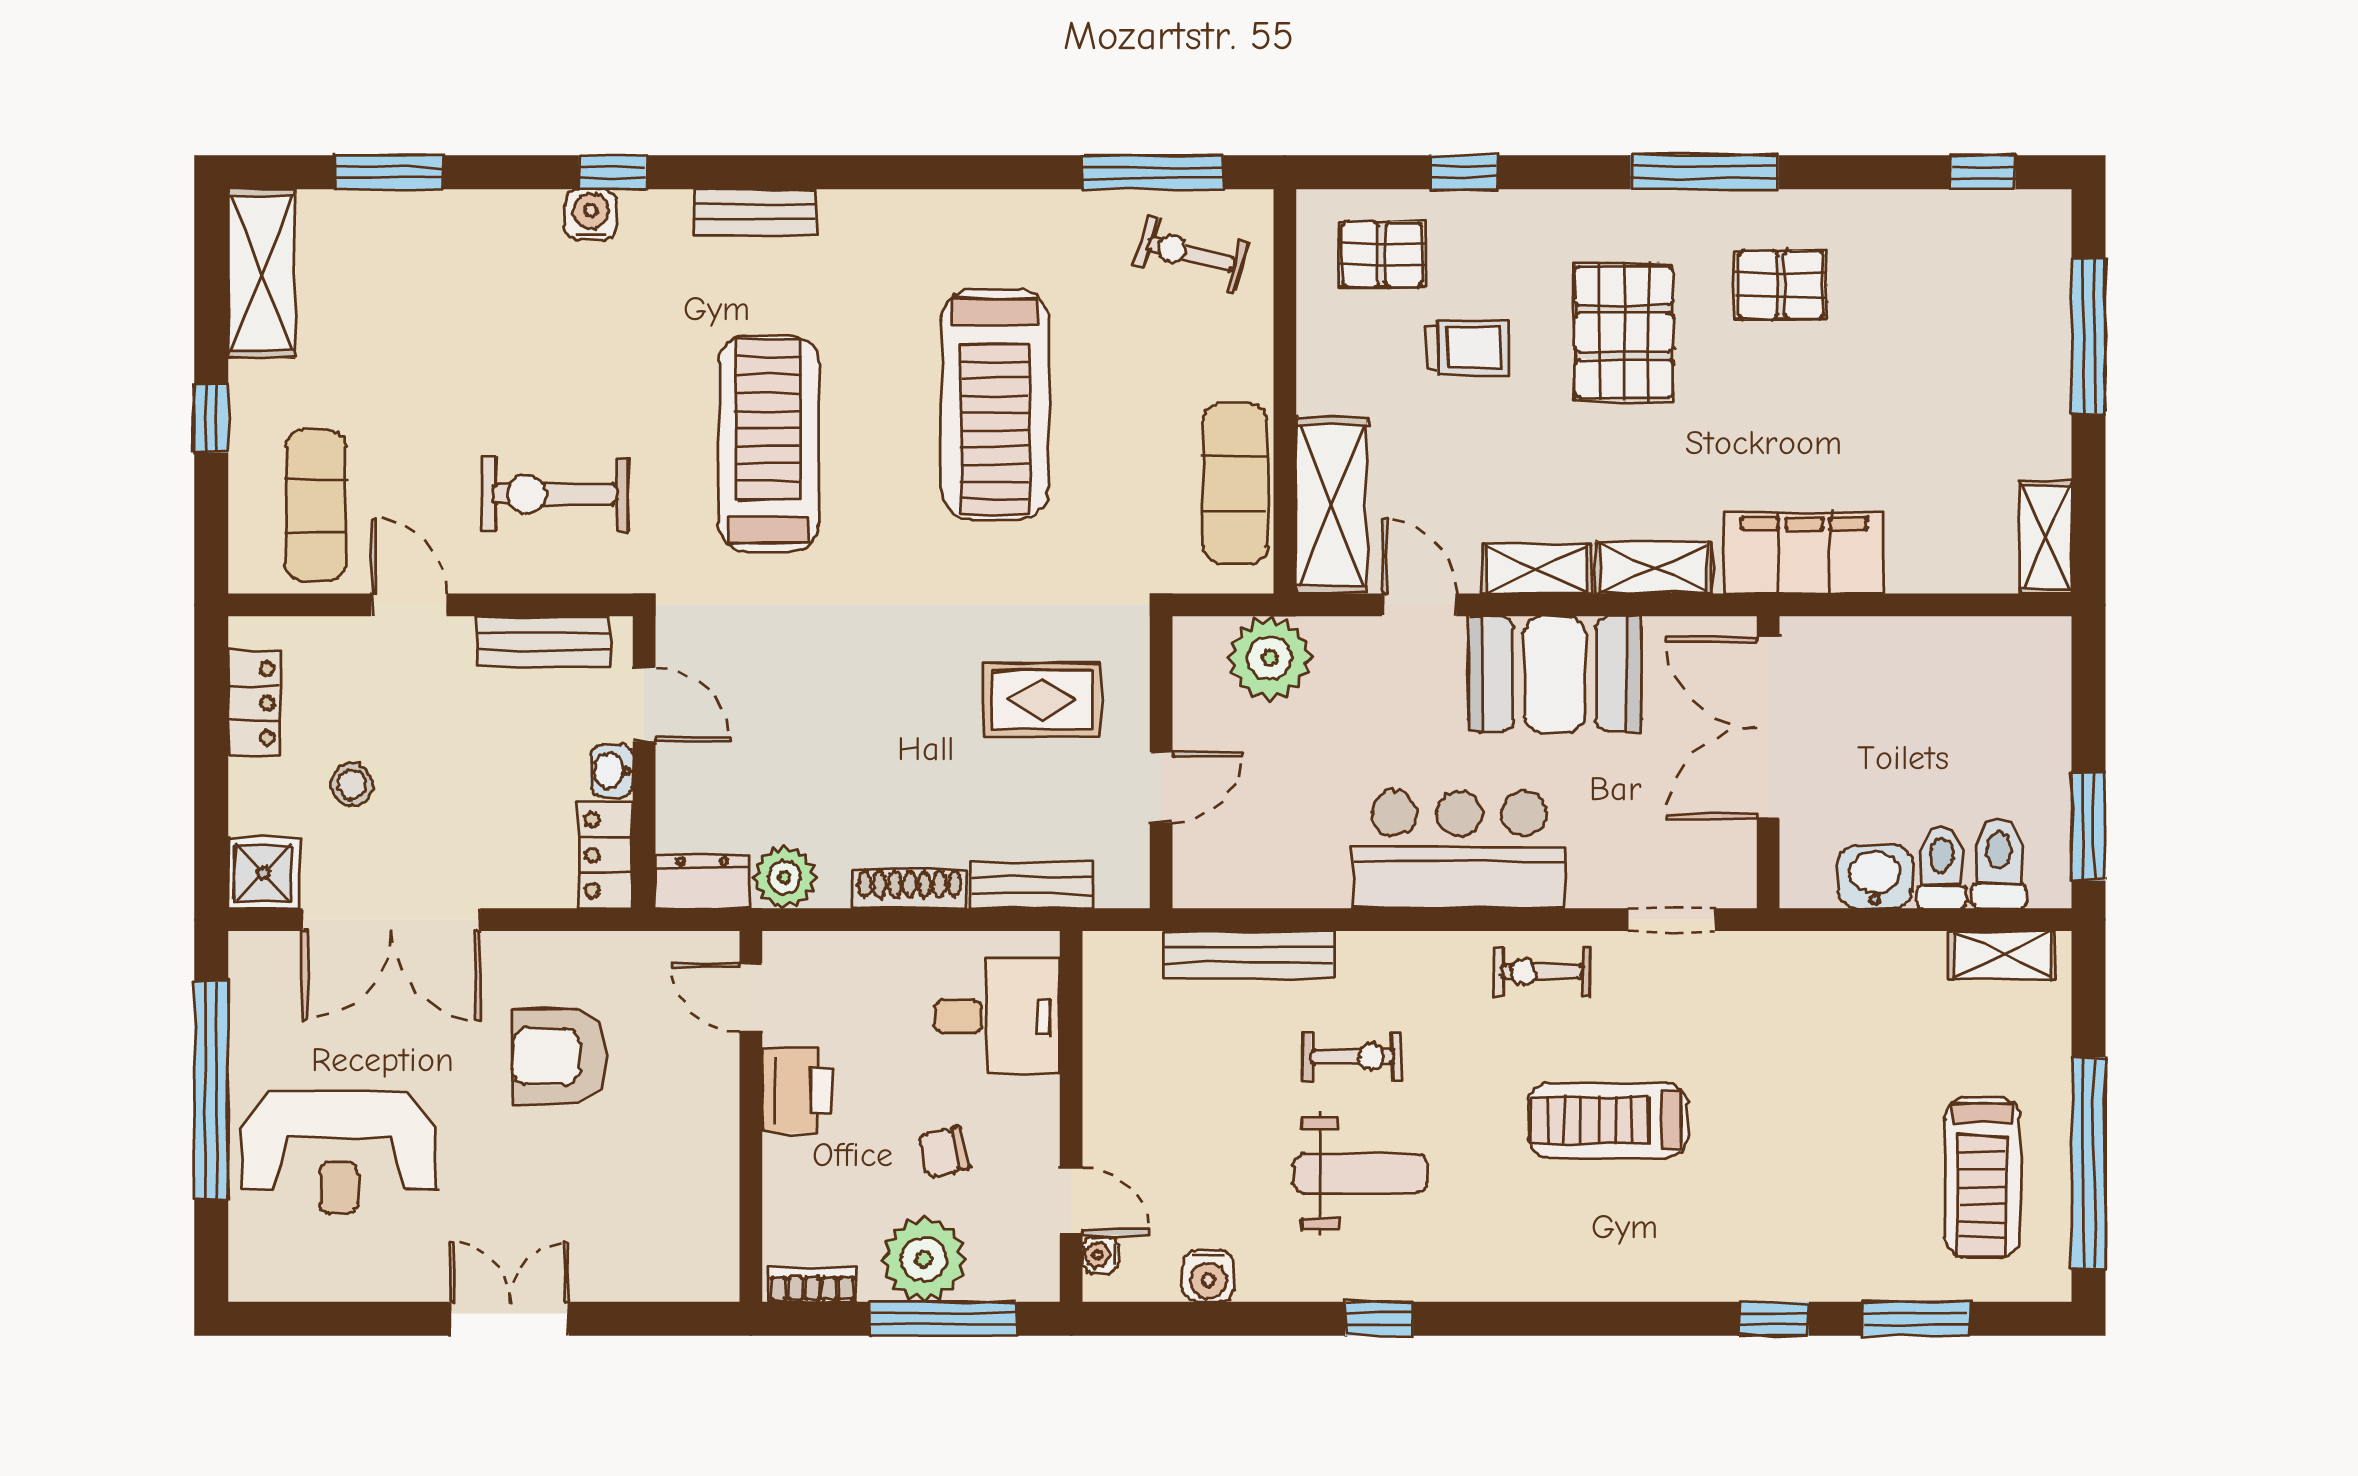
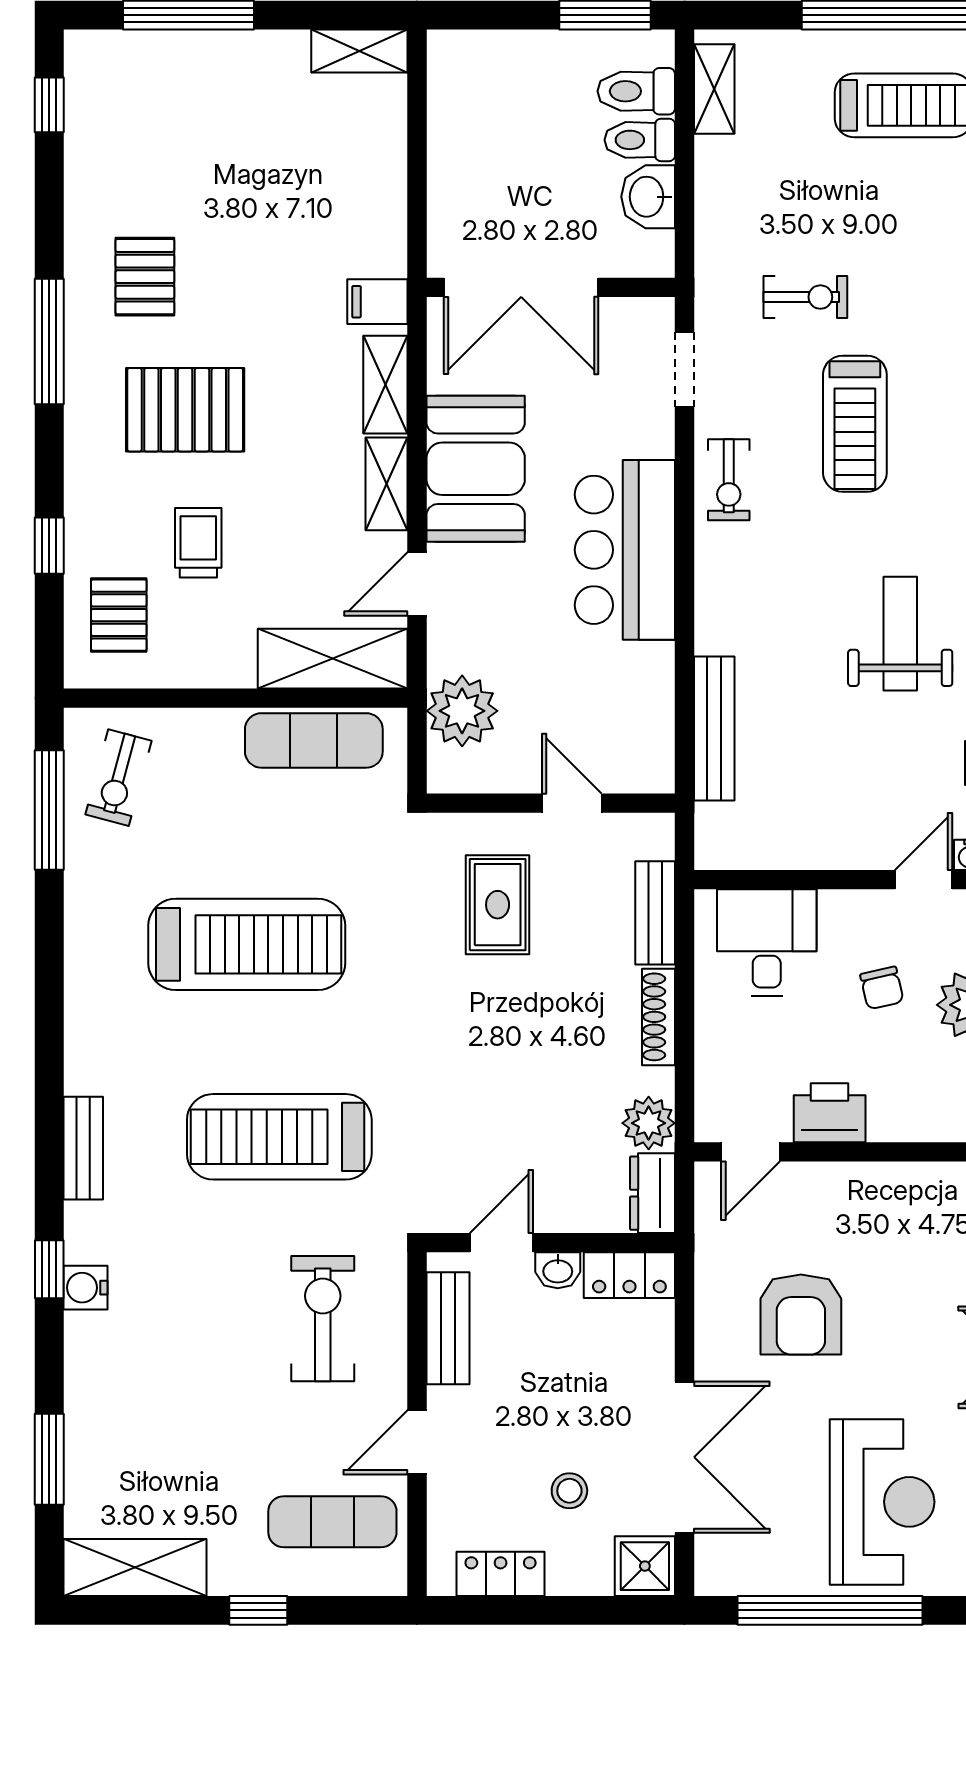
exercise bike: (555, 494) -> (323, 1319), turned 180
filing cabinet: (1804, 553) -> (377, 302), width x0.33, depth x0.86
exercise bike: (1352, 1057) -> (805, 297), moved, turned 90

